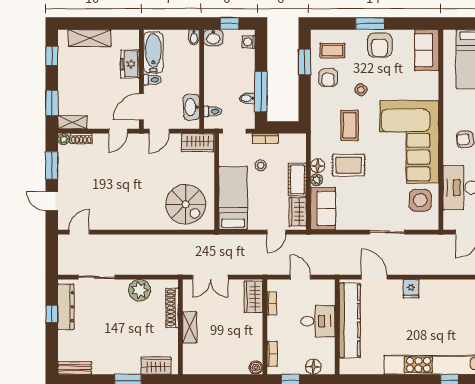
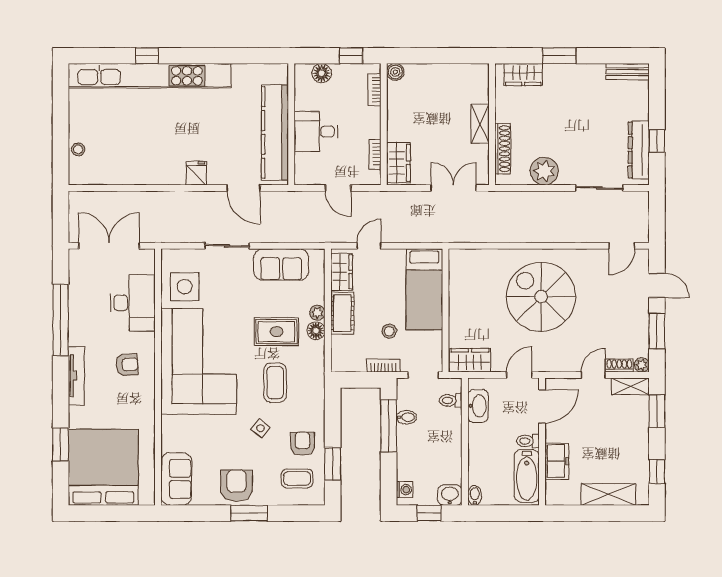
door: (118, 131) -> (593, 375), moved
spiral stairs: (186, 204) -> (541, 297), moved, width x1.37, depth x1.37
sofa: (323, 208) -> (281, 265), moved, turned -90

